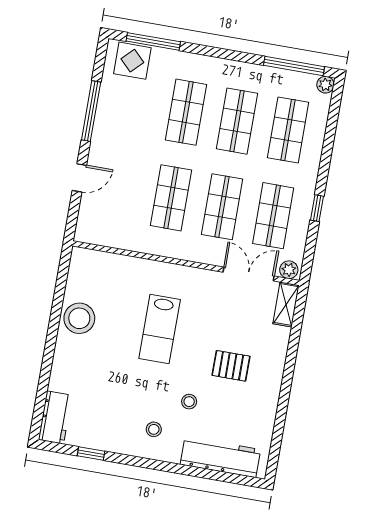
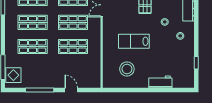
stool: (79, 318) -> (127, 69), moved
lab bench: (160, 329) -> (134, 41), turned 180
workbench: (55, 417) -> (160, 82), moved

